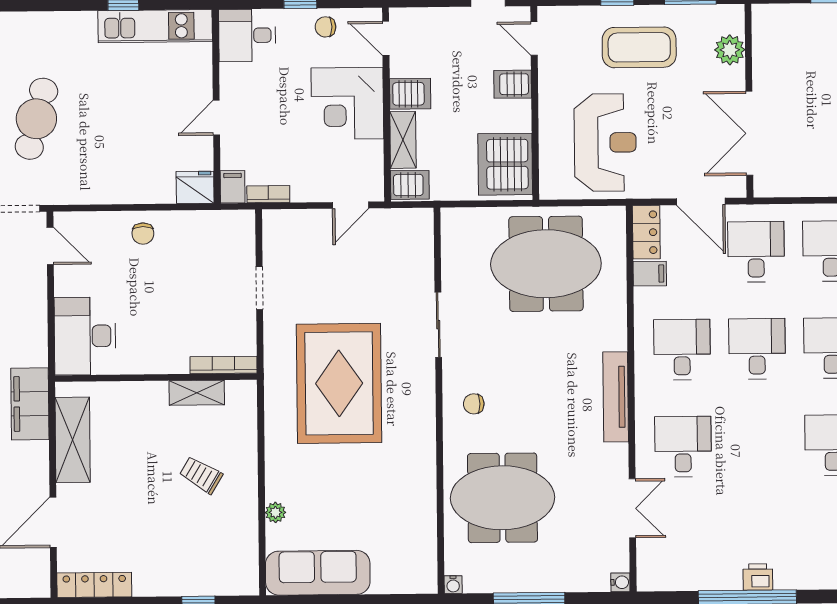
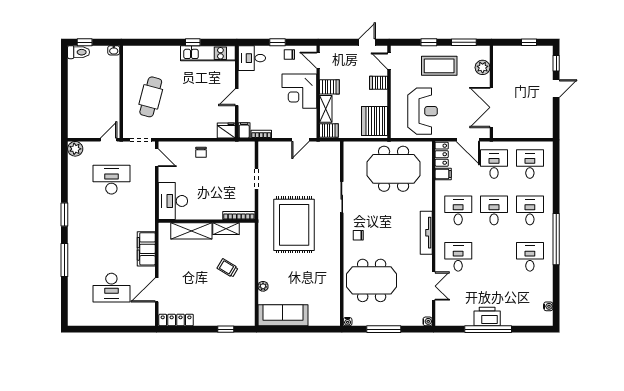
filing cabinet: (30, 404) -> (146, 249), moved
shelving: (73, 440) -> (191, 231), moved, turned 90
printer: (758, 577) -> (487, 316), width x1.87, depth x1.48

